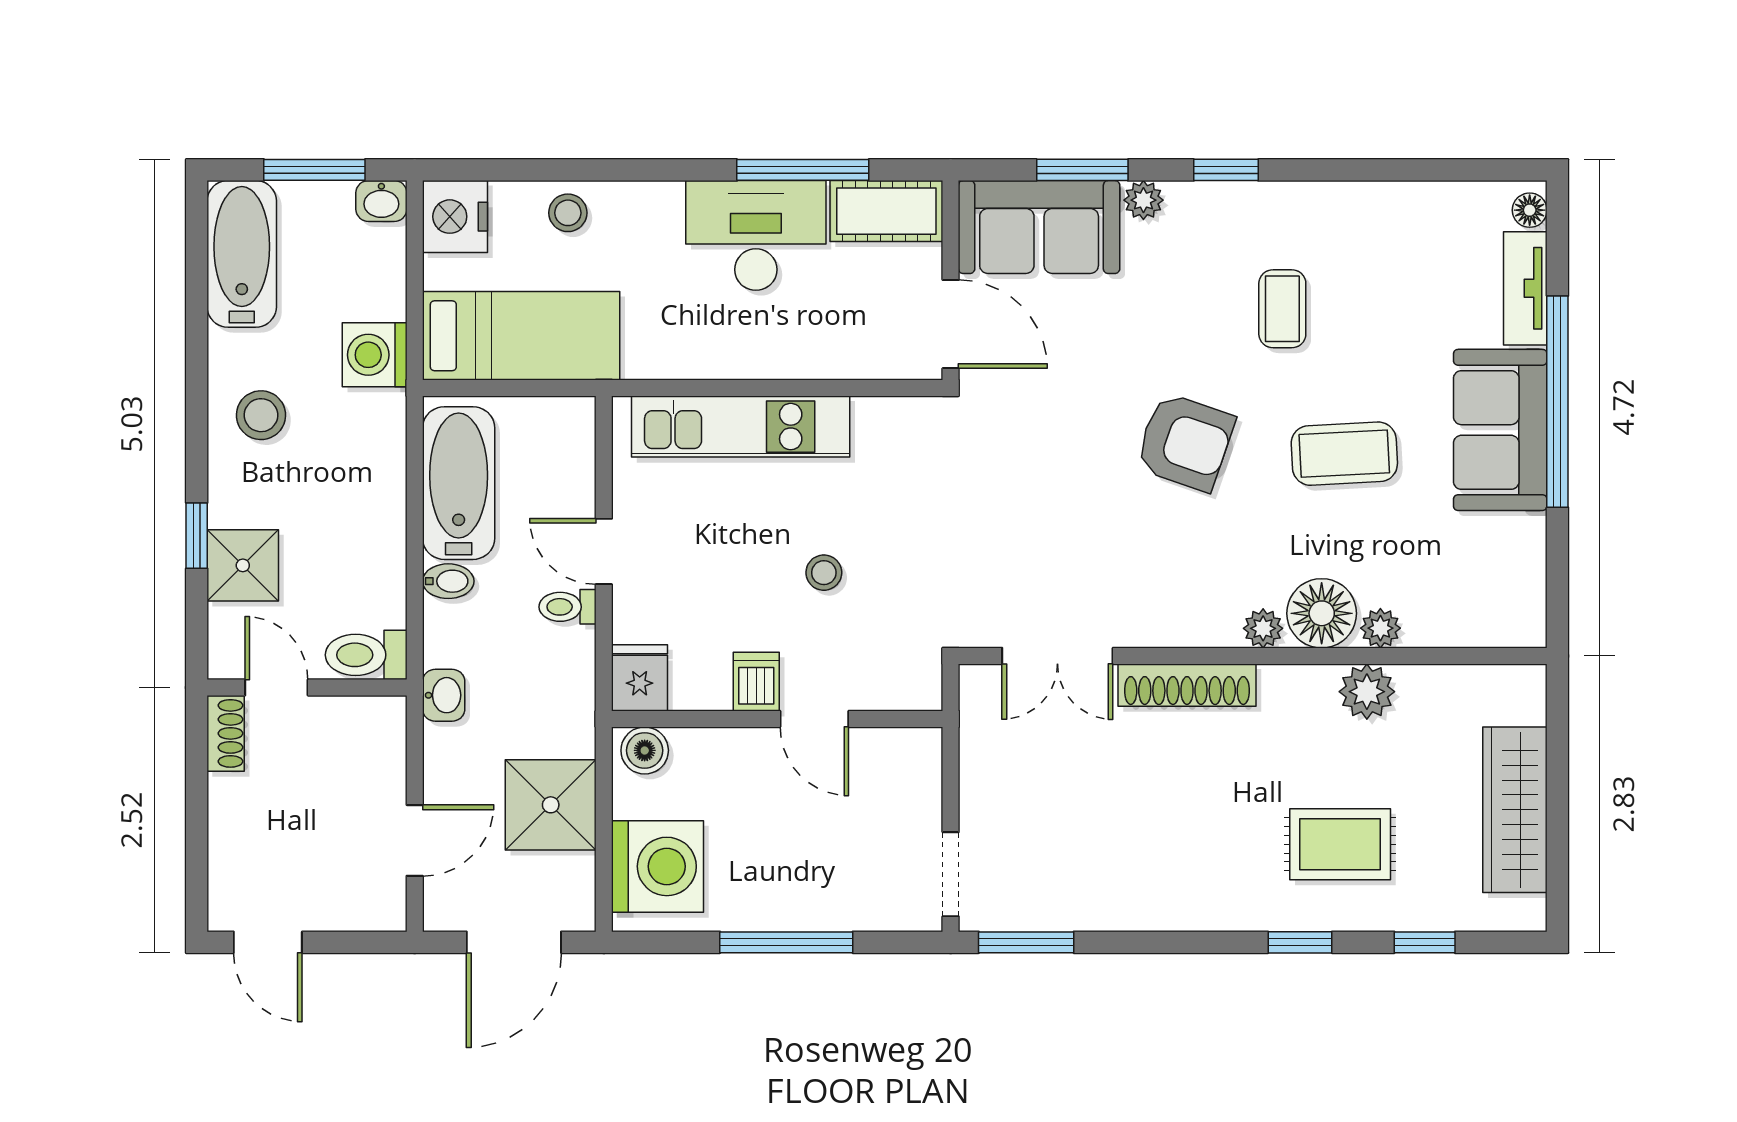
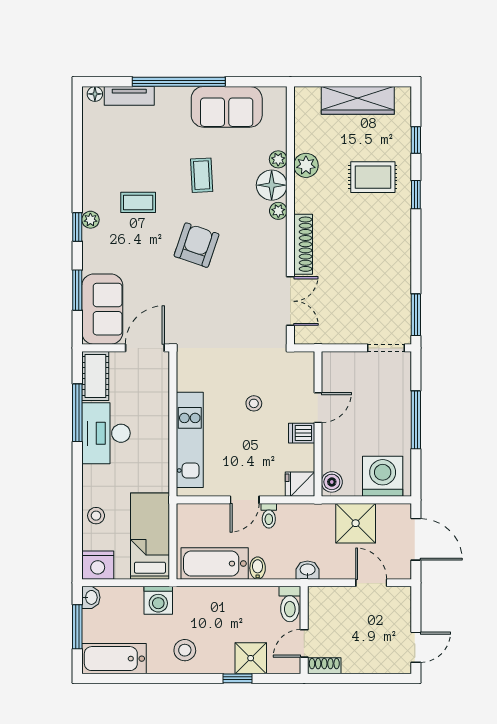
plant: (1143, 200) -> (90, 220), moved
sofa: (1500, 430) -> (227, 107), moved
coffee table: (1344, 454) -> (202, 175), width x0.73, depth x0.77
rug: (1340, 844) -> (373, 177), turned 90

